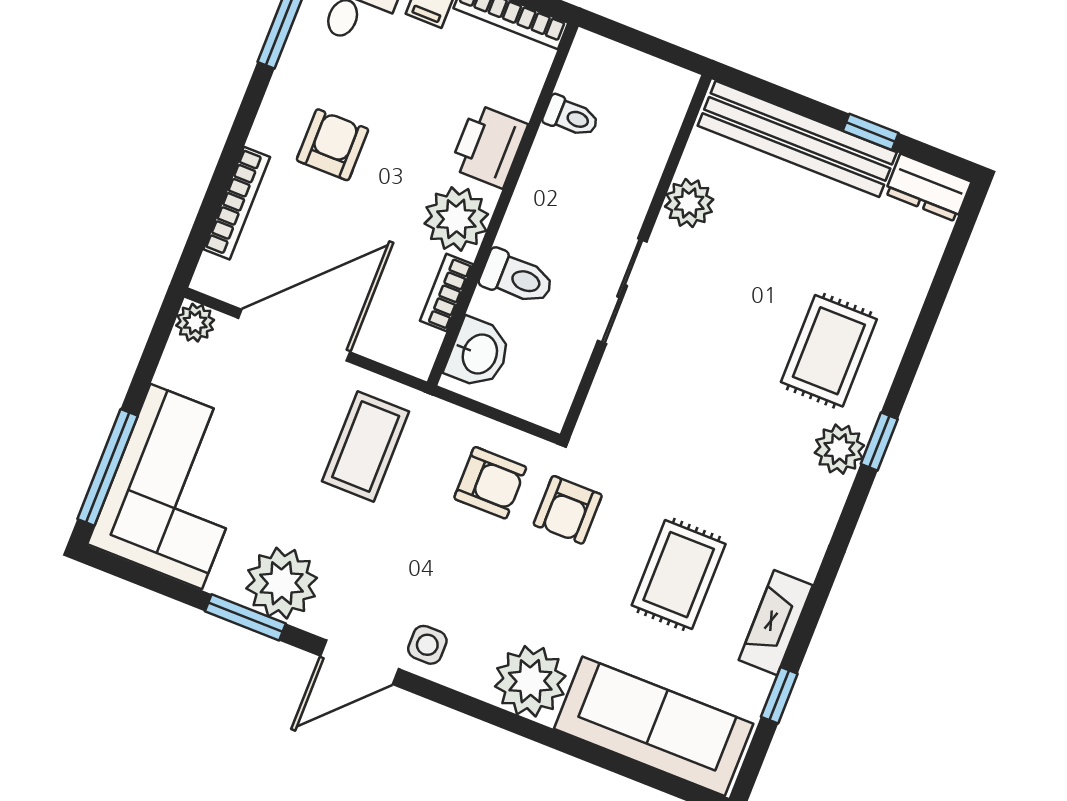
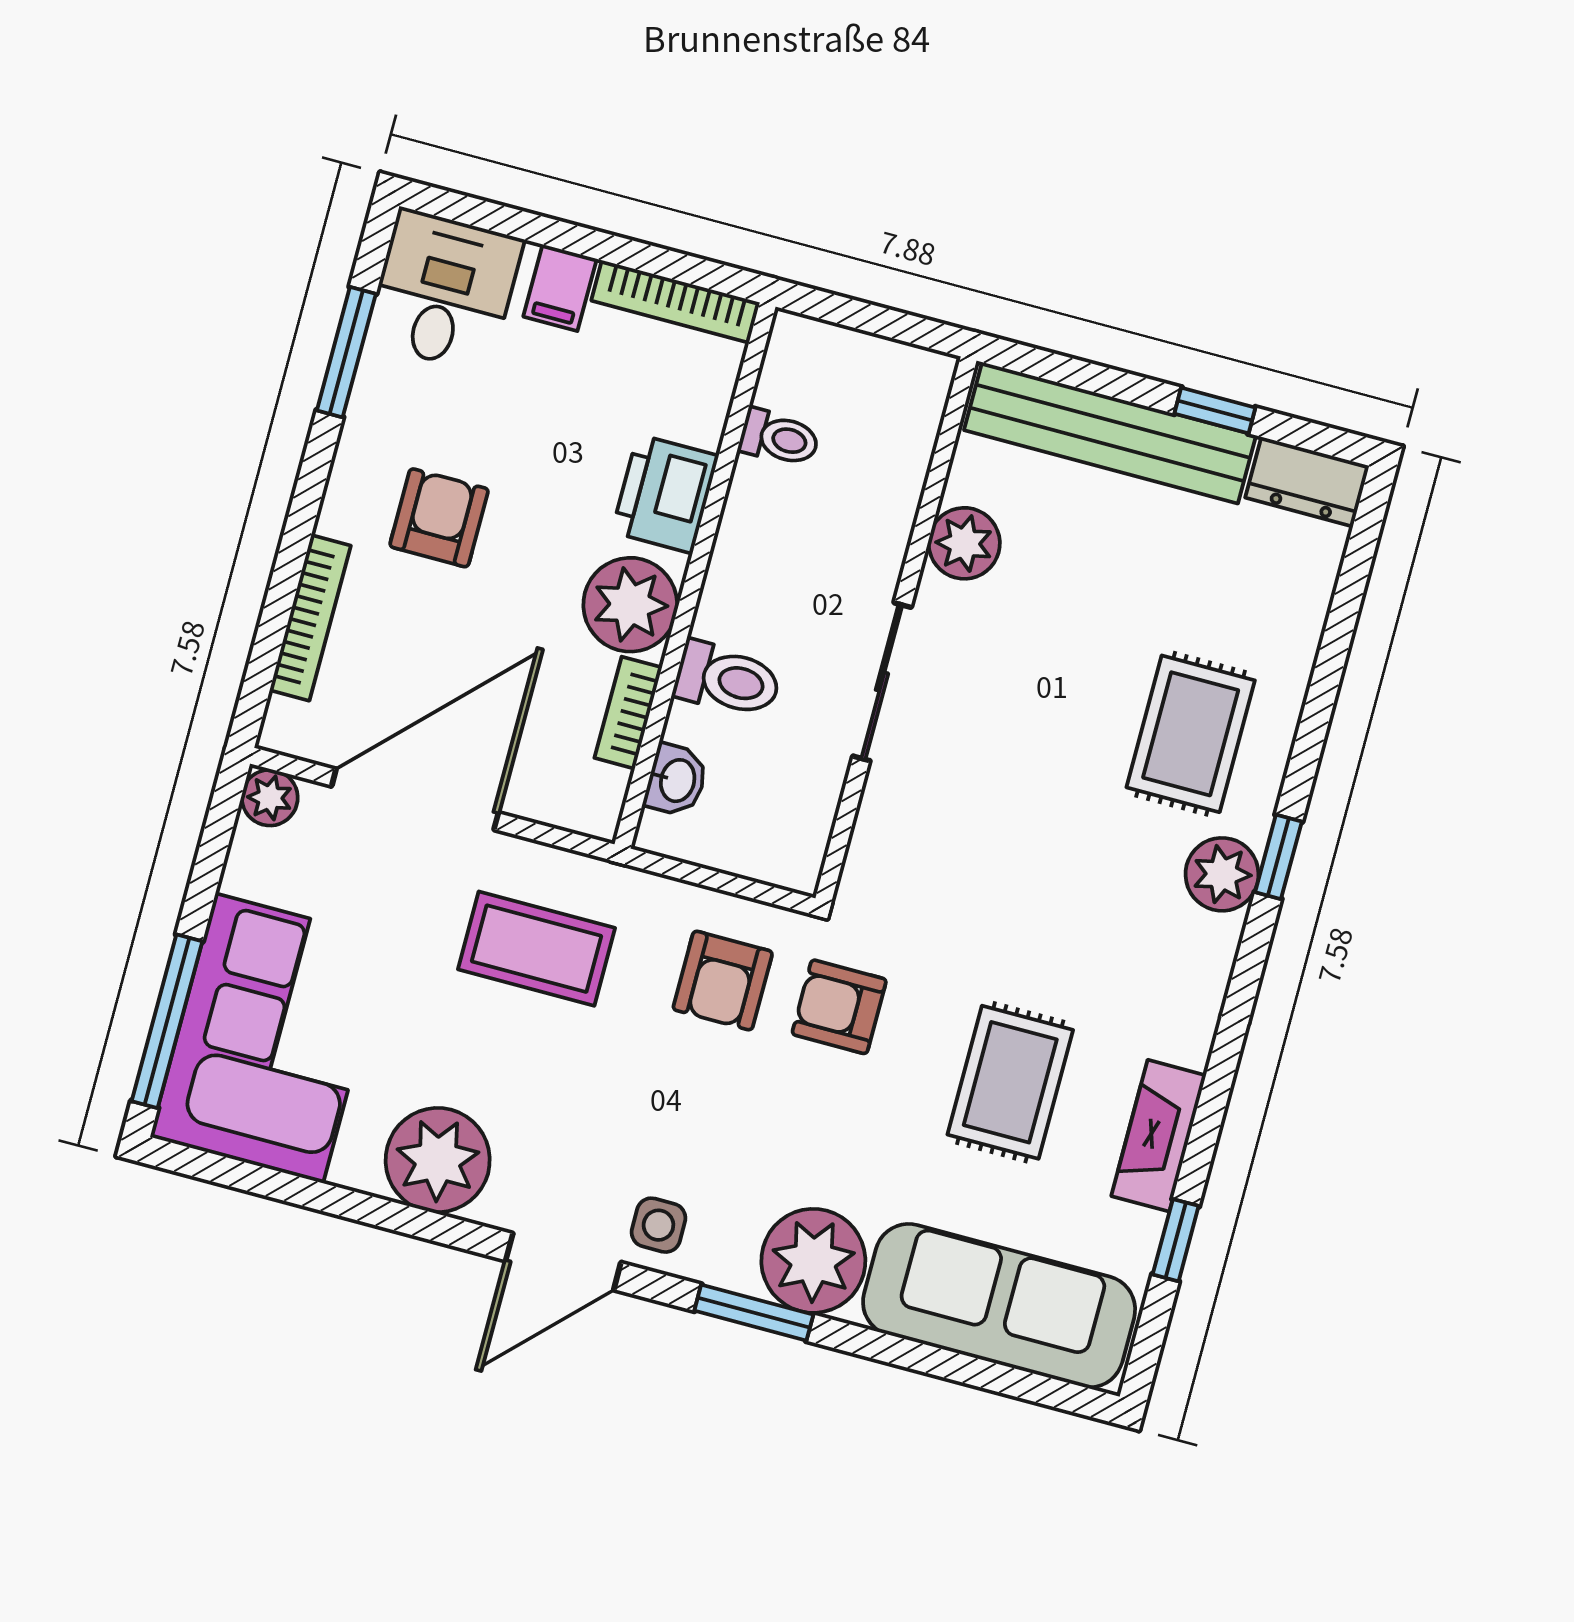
washbasin: (478, 353) -> (676, 780), width x0.72, depth x0.69
coffee table: (366, 446) -> (537, 949), turned 90
armchair: (490, 483) -> (723, 981), turned 90
armchair: (568, 510) -> (839, 1007), turned 90
window: (245, 617) -> (754, 1313), moved

